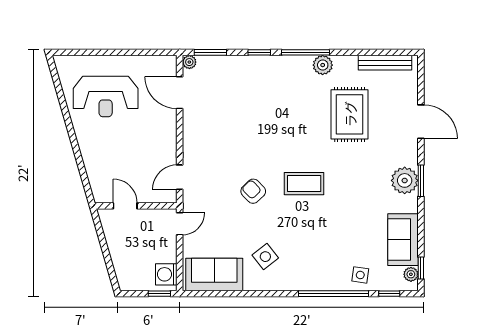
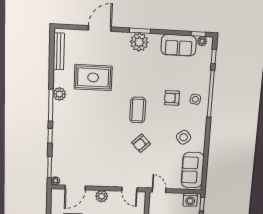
plant: (167, 134) -> (102, 196), added
armchair: (325, 235) -> (172, 98), added
side table: (360, 275) -> (195, 99), moved

